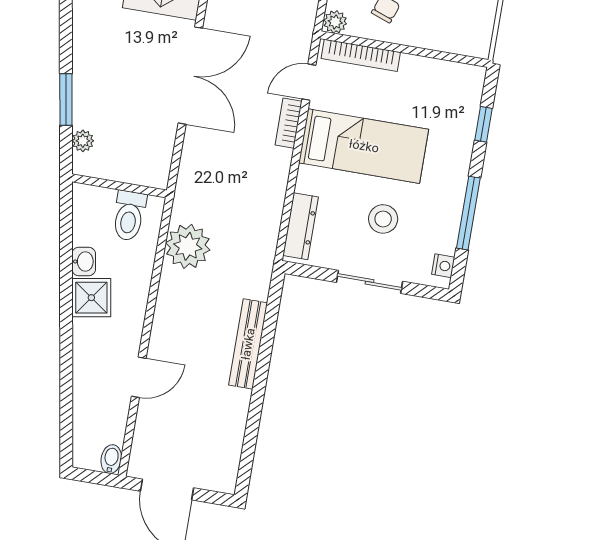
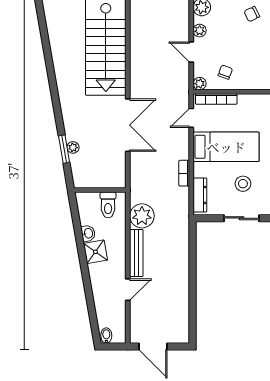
bookcase: (289, 123) -> (184, 173), moved
plant: (83, 141) -> (73, 147), moved
bench: (248, 344) -> (136, 253), moved
bidet: (111, 459) -> (106, 336), moved

